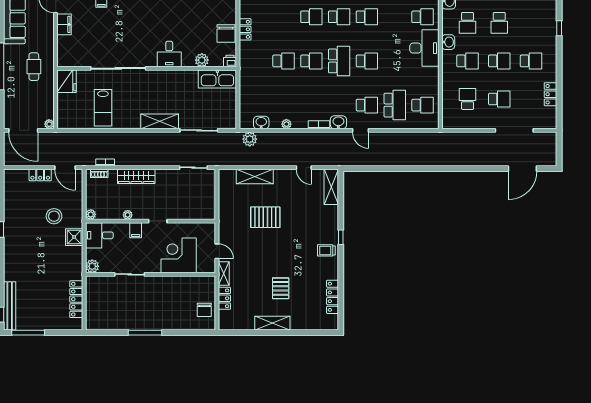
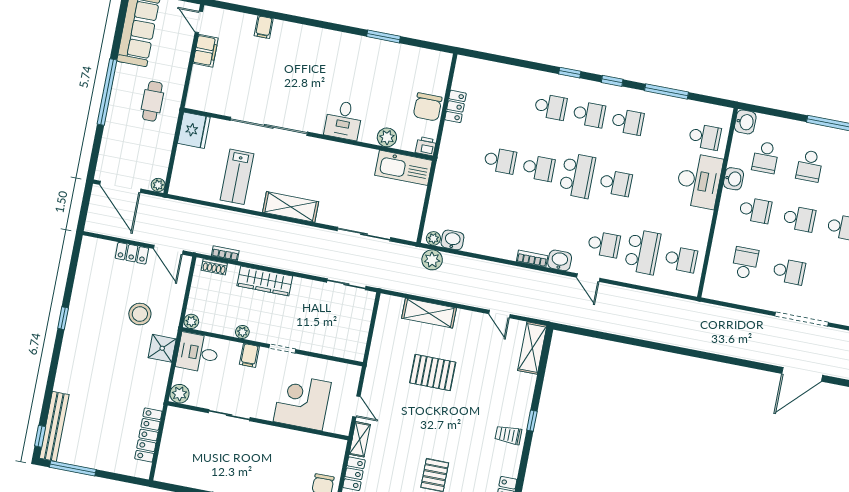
shelving: (160, 121) -> (291, 207), moved
plant: (286, 124) -> (433, 238), moved

